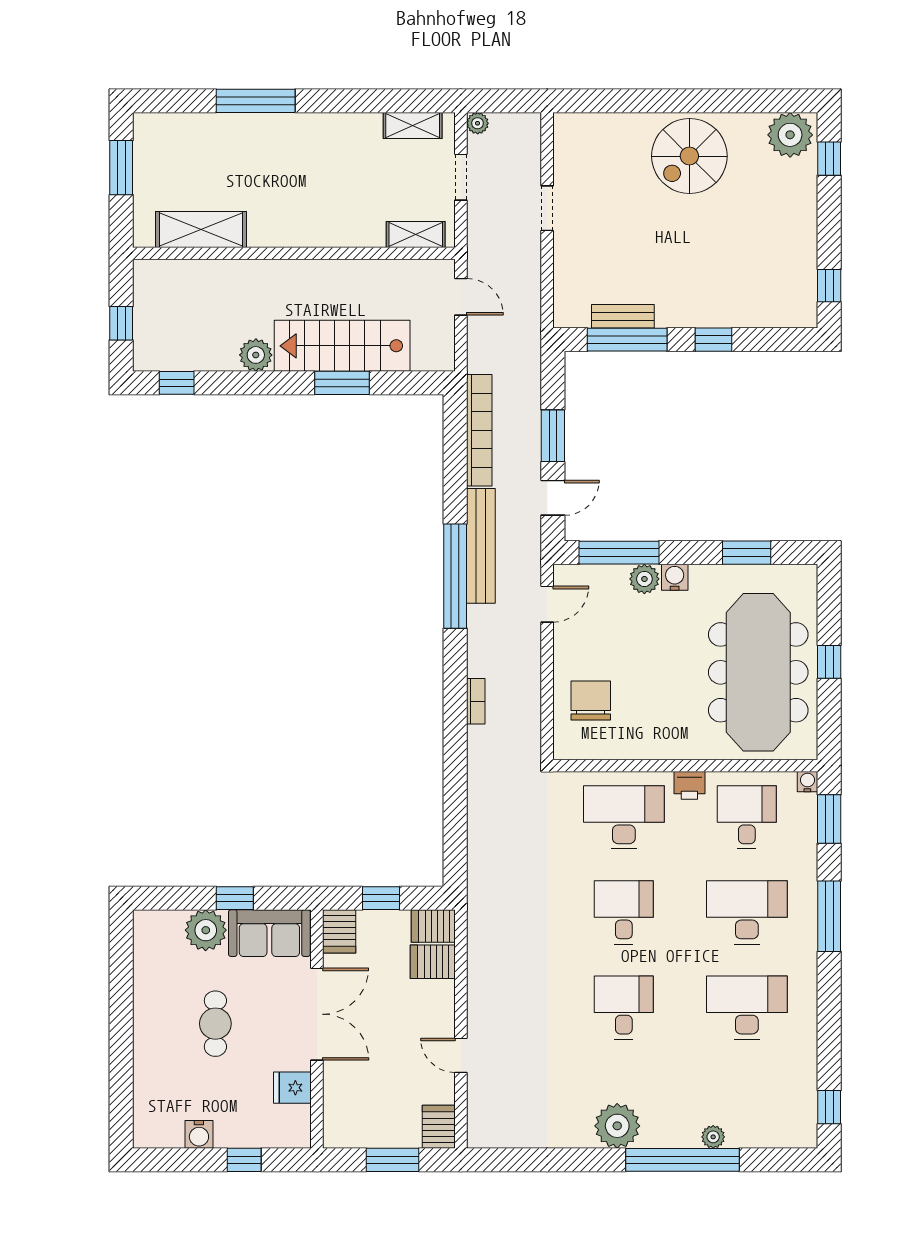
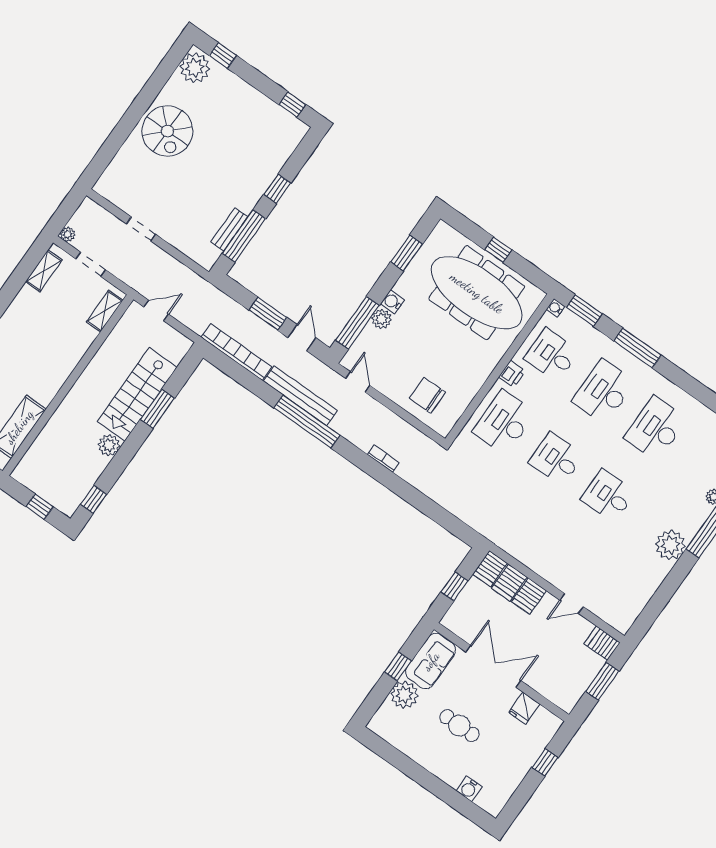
server rack: (339, 931) -> (529, 596), moved, turned 90
water cooler: (199, 1134) -> (469, 789), moved, turned 90

